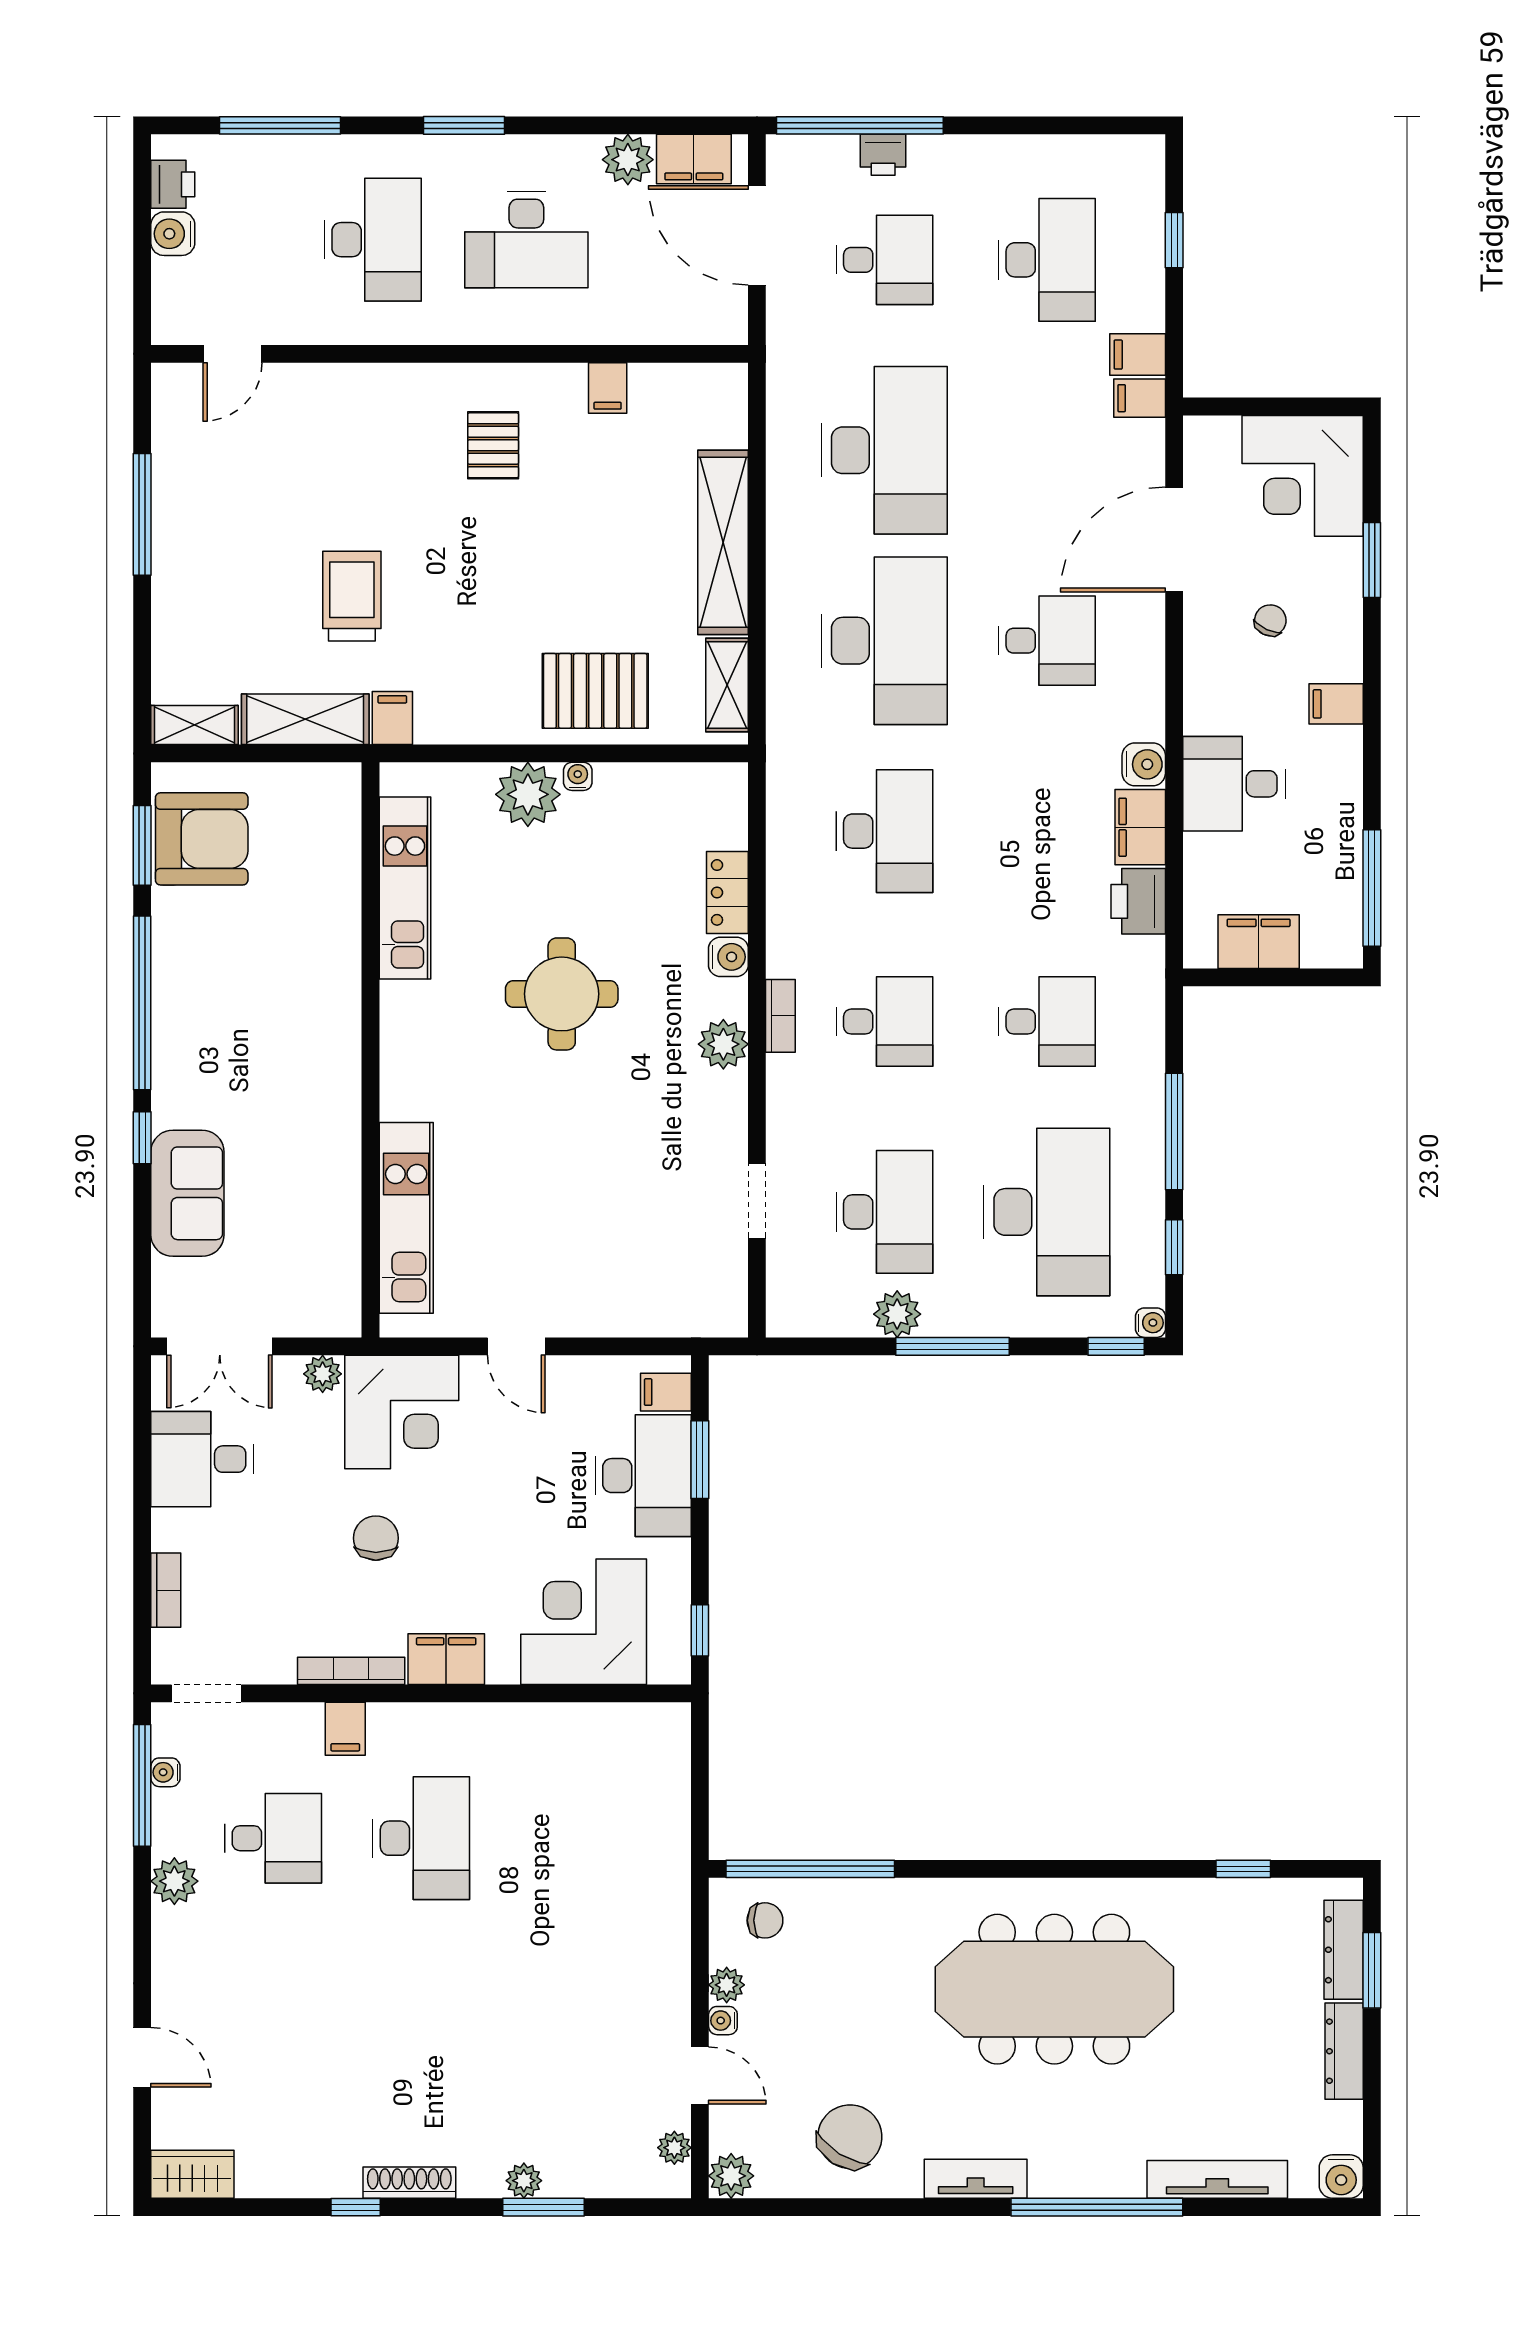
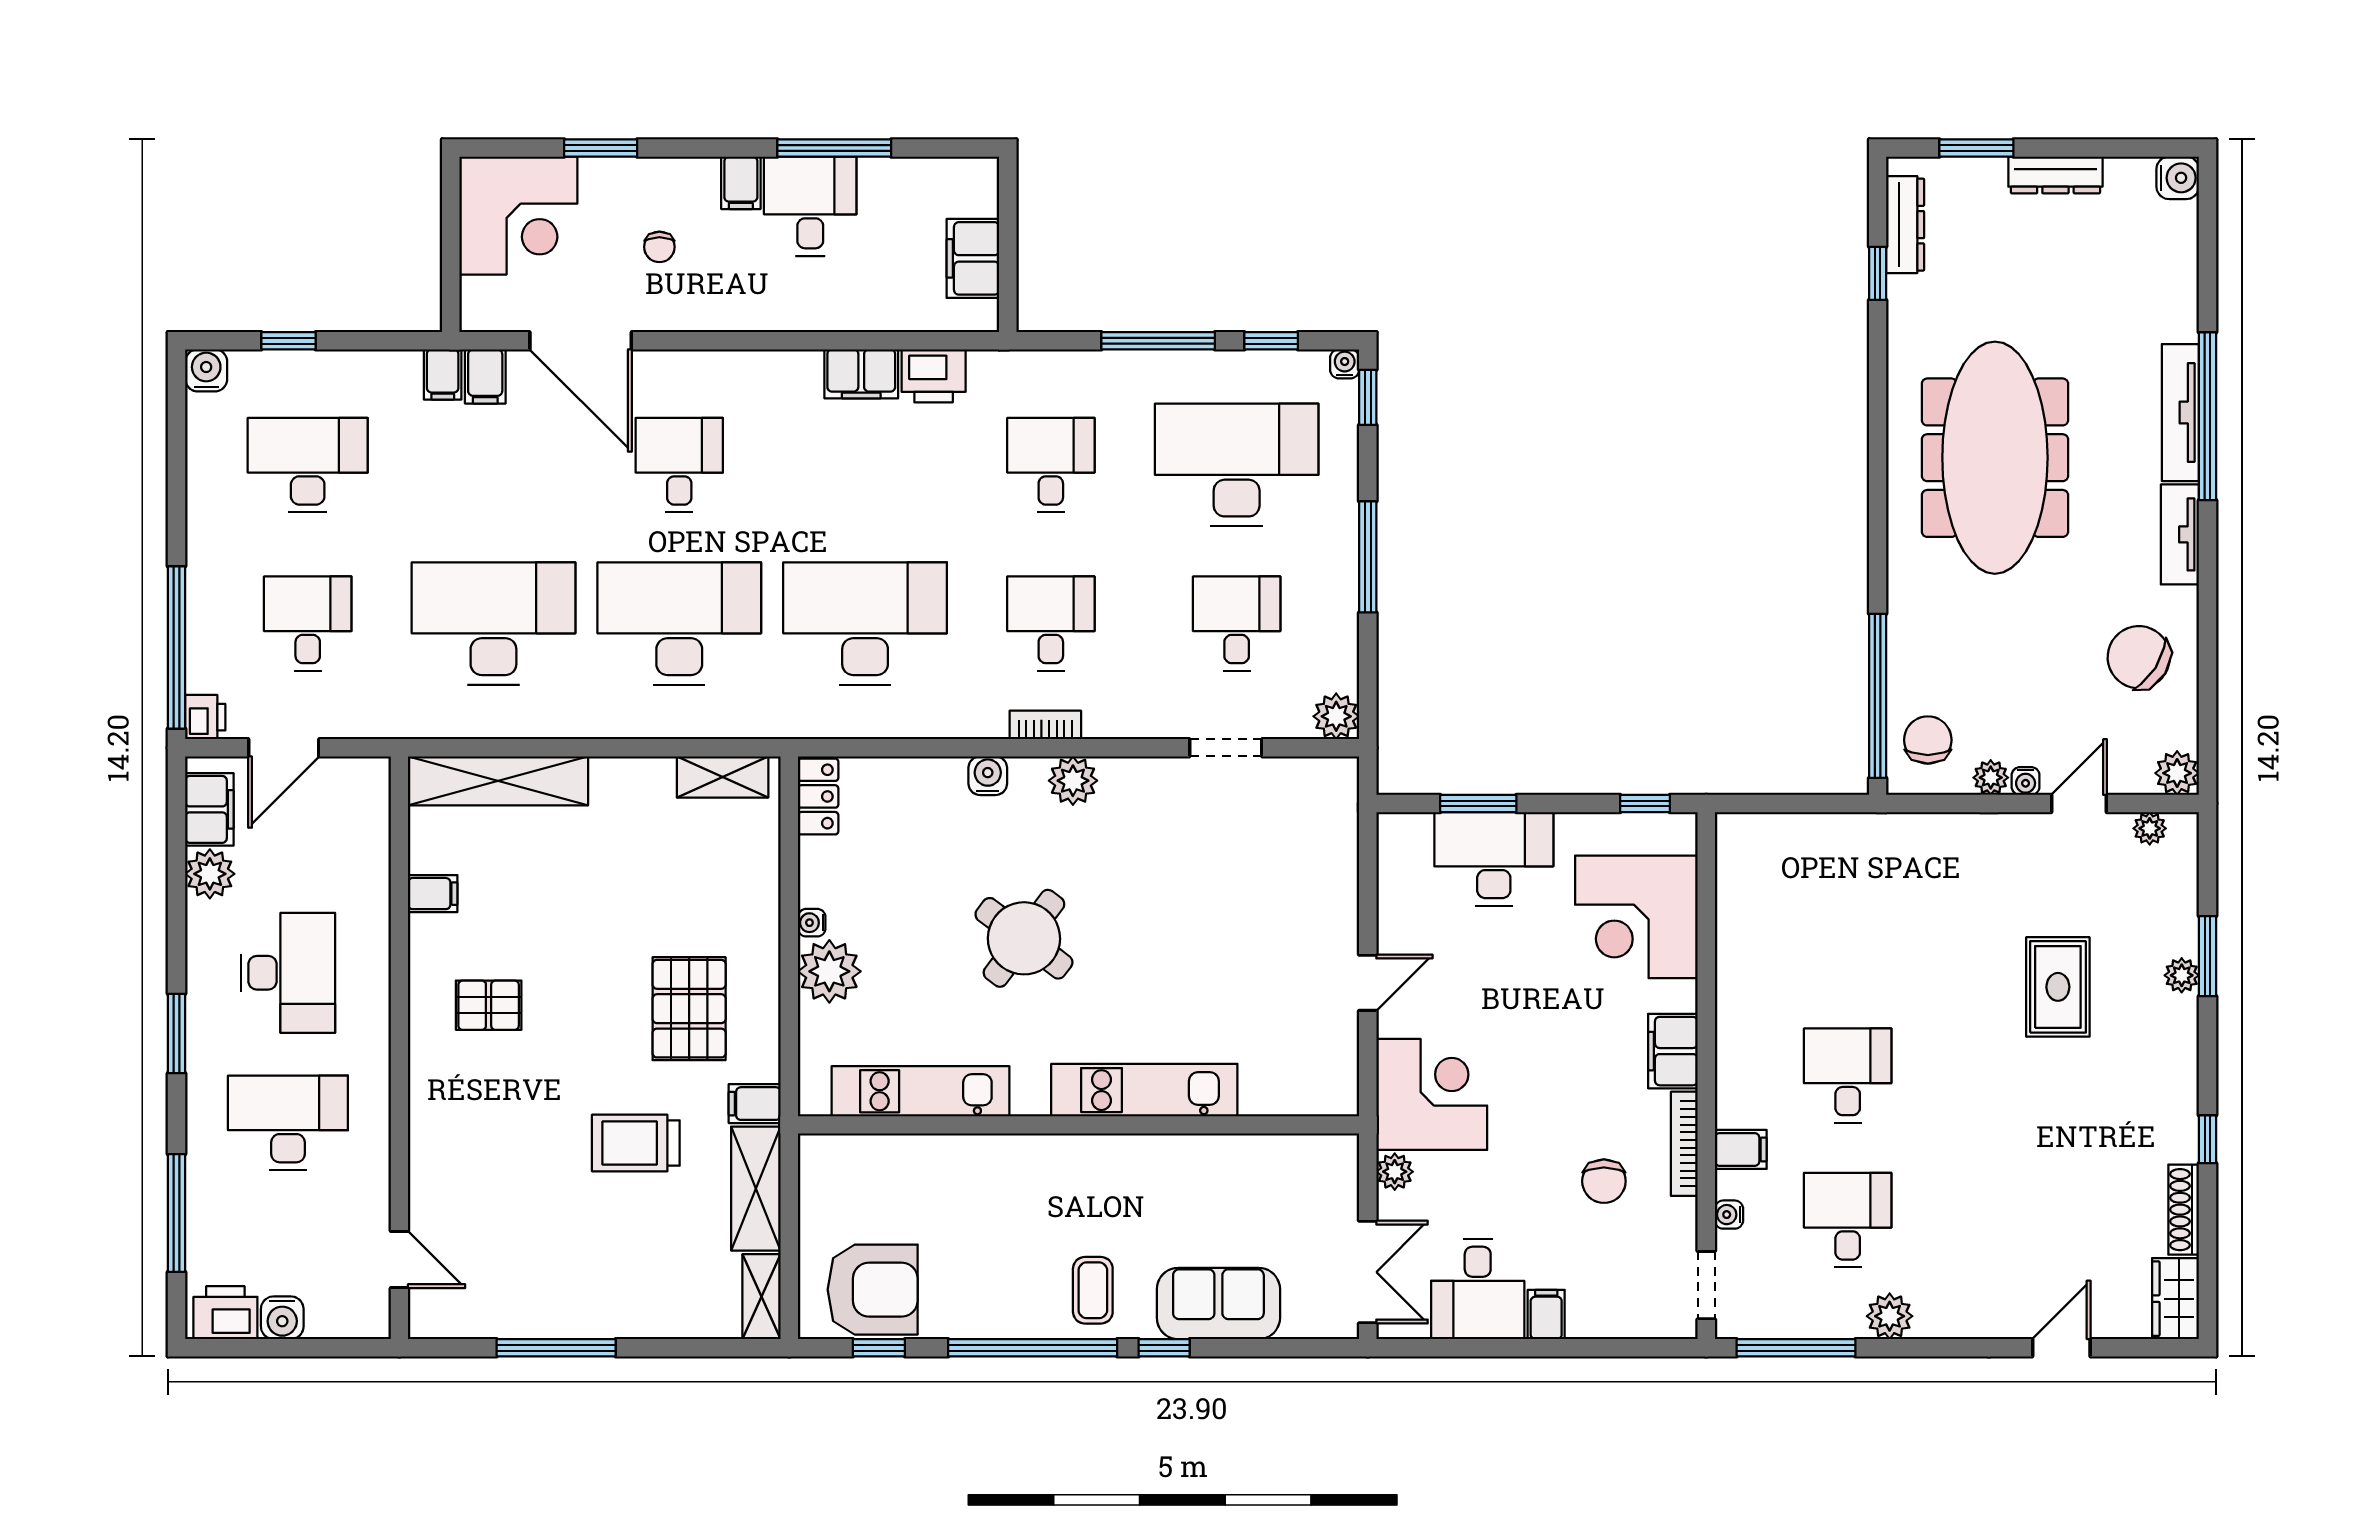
printer: (883, 155) -> (205, 717), moved
printer: (173, 184) -> (225, 1313), width x1.36, depth x1.24
door: (757, 235) -> (284, 748), width x0.73
filing cabinet: (1138, 355) -> (485, 376), moved
shelving: (723, 542) -> (498, 781), moved
chair: (1270, 620) -> (659, 247), turned -115
pallet: (595, 691) -> (689, 1009), moved
water cooler: (1144, 764) -> (206, 370), moved
desk: (1234, 784) -> (810, 206), moved, turned 180
desk: (884, 831) -> (865, 624), width x1.36, depth x1.30
armchair: (202, 839) -> (873, 1290), turned 90
window: (142, 845) -> (879, 1348), width x0.67
window: (1372, 888) -> (834, 148), moved
locker: (727, 892) -> (818, 796), moved, turned -90
round table: (562, 994) -> (1024, 938), turned 37
coffee table: (201, 1065) -> (1093, 1290), added
desk: (884, 1212) -> (1237, 624), width x0.73
kitchen unit: (406, 1218) -> (1144, 1090), moved
plant: (897, 1314) -> (1336, 716), moved
filing cabinet: (666, 1392) -> (1546, 1314), moved, turned 180
chair: (376, 1538) -> (1604, 1181), moved, turned -90
bookcase: (166, 1590) -> (1606, 1325), removed
water cooler: (165, 1772) -> (1729, 1215), moved, turned 90
desk: (421, 1838) -> (1848, 1076), width x0.73
chair: (765, 1920) -> (1928, 740), width x1.37, depth x1.37
dresser: (1344, 1950) -> (1905, 225), moved, turned -90
rug: (512, 2054) -> (2058, 987), added
tv unit: (1217, 2179) -> (2180, 413), moved
shoe rack: (409, 2183) -> (2184, 1210), moved

